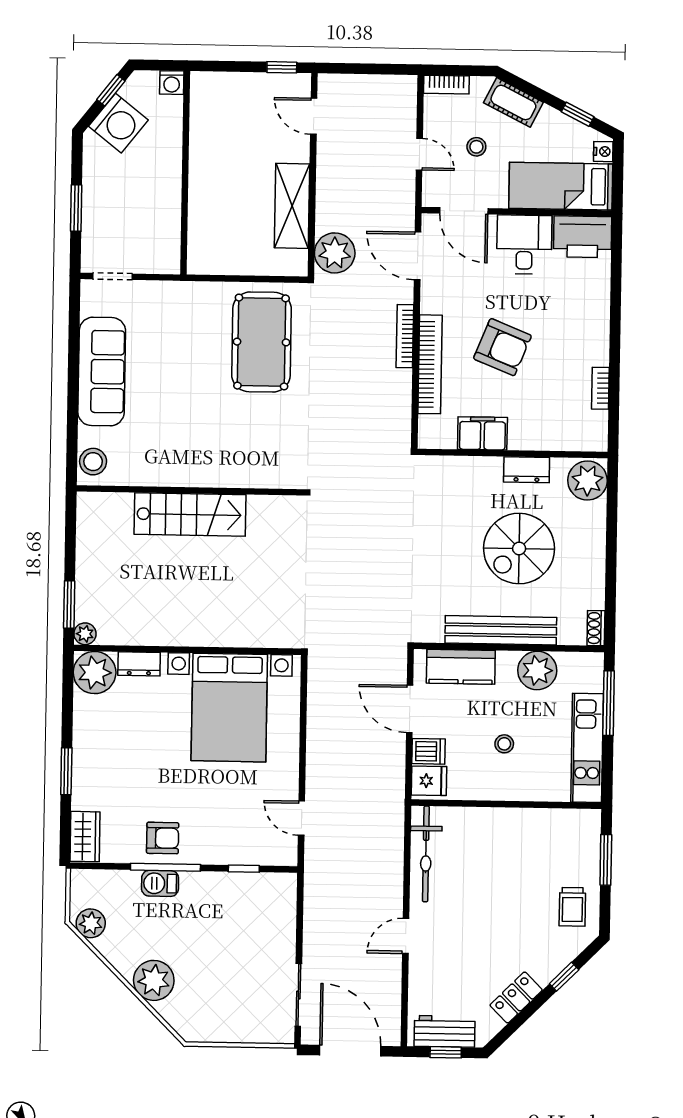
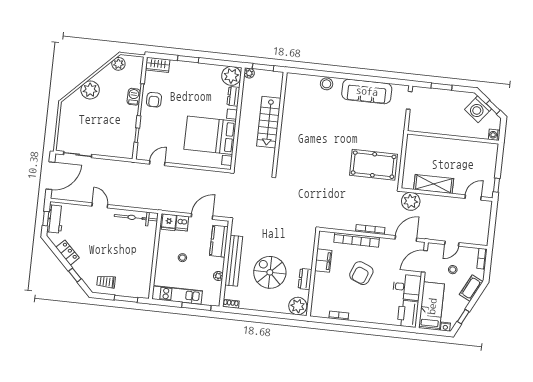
wall: (190, 490) -> (280, 123), moved
stairs: (190, 514) -> (269, 122), moved
plant: (537, 670) -> (218, 276), width x0.53, depth x0.53

